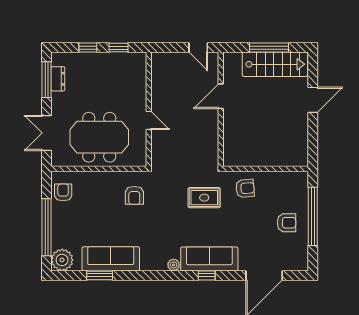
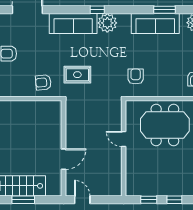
window: (269, 48) -> (23, 200), width x0.69
plant: (174, 265) -> (107, 23), width x1.88, depth x1.88
window: (207, 275) -> (97, 10), moved

